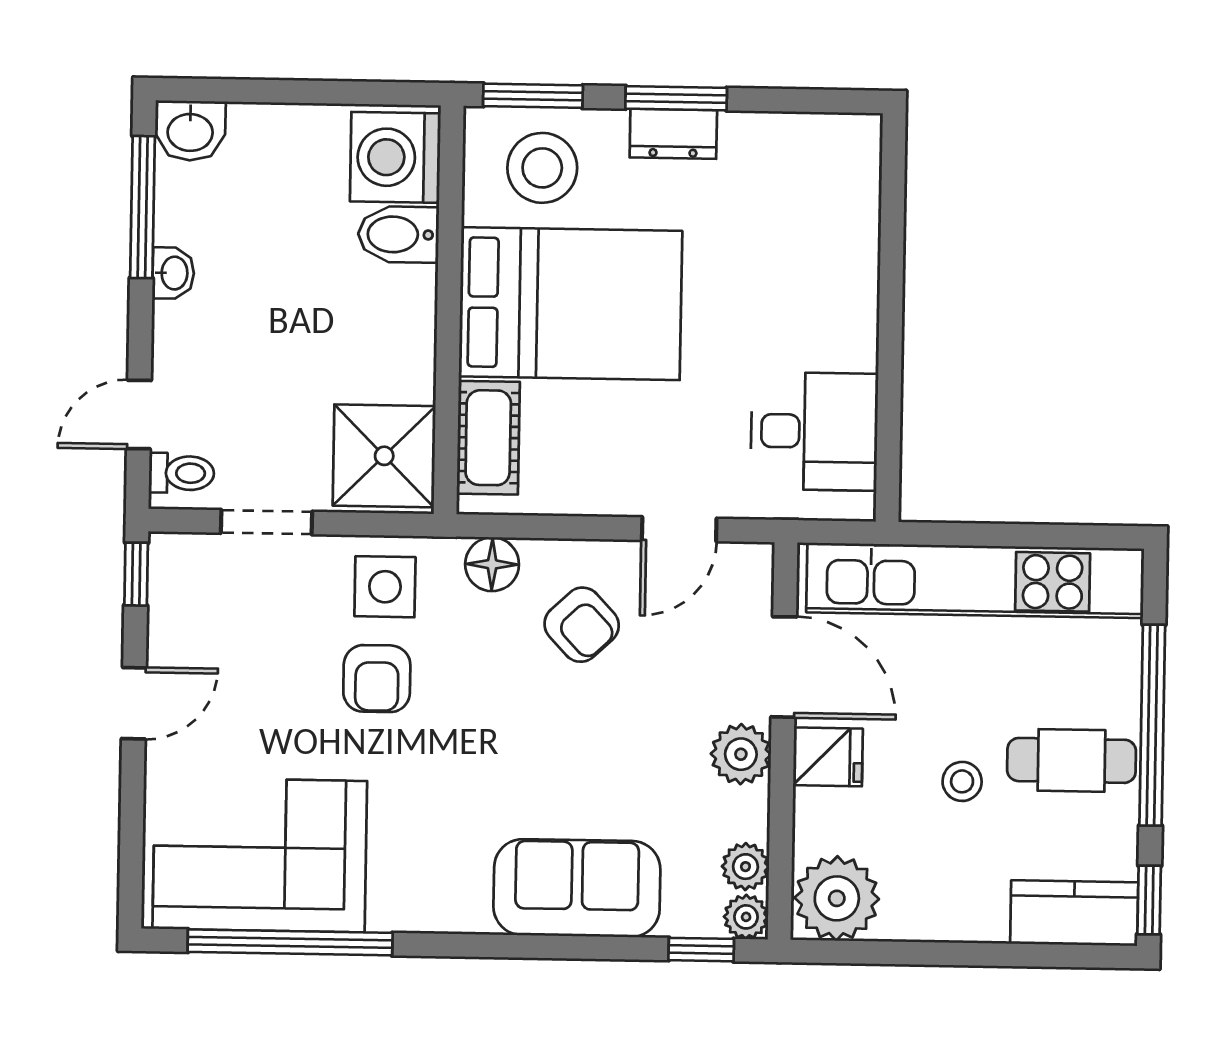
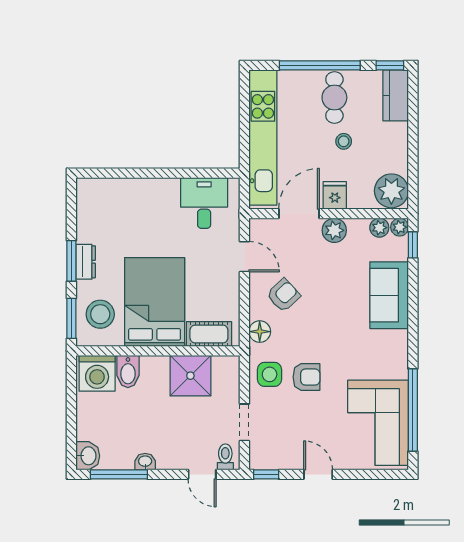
shower: (384, 456) -> (190, 376), moved

